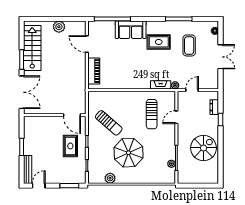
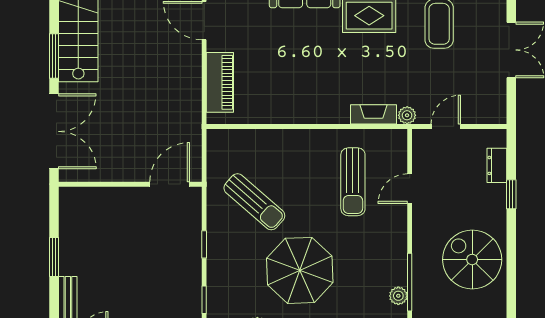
door: (72, 115) -> (170, 184), swing flipped
rug: (70, 146) -> (166, 255), removed
spiral stairs: (203, 148) -> (472, 260), turned -90

